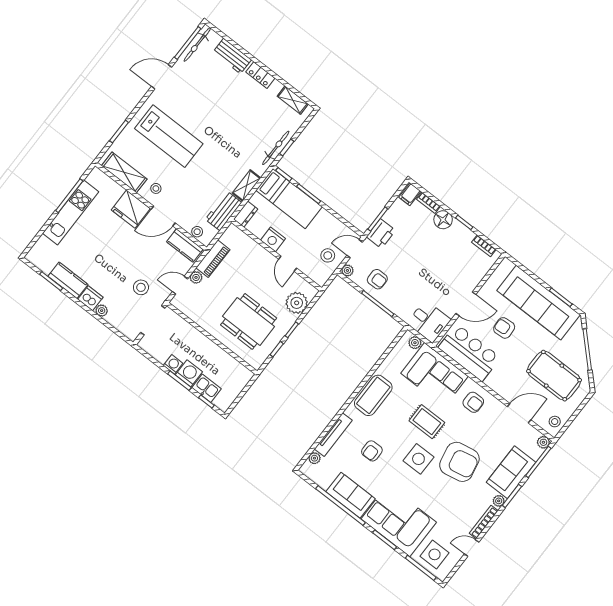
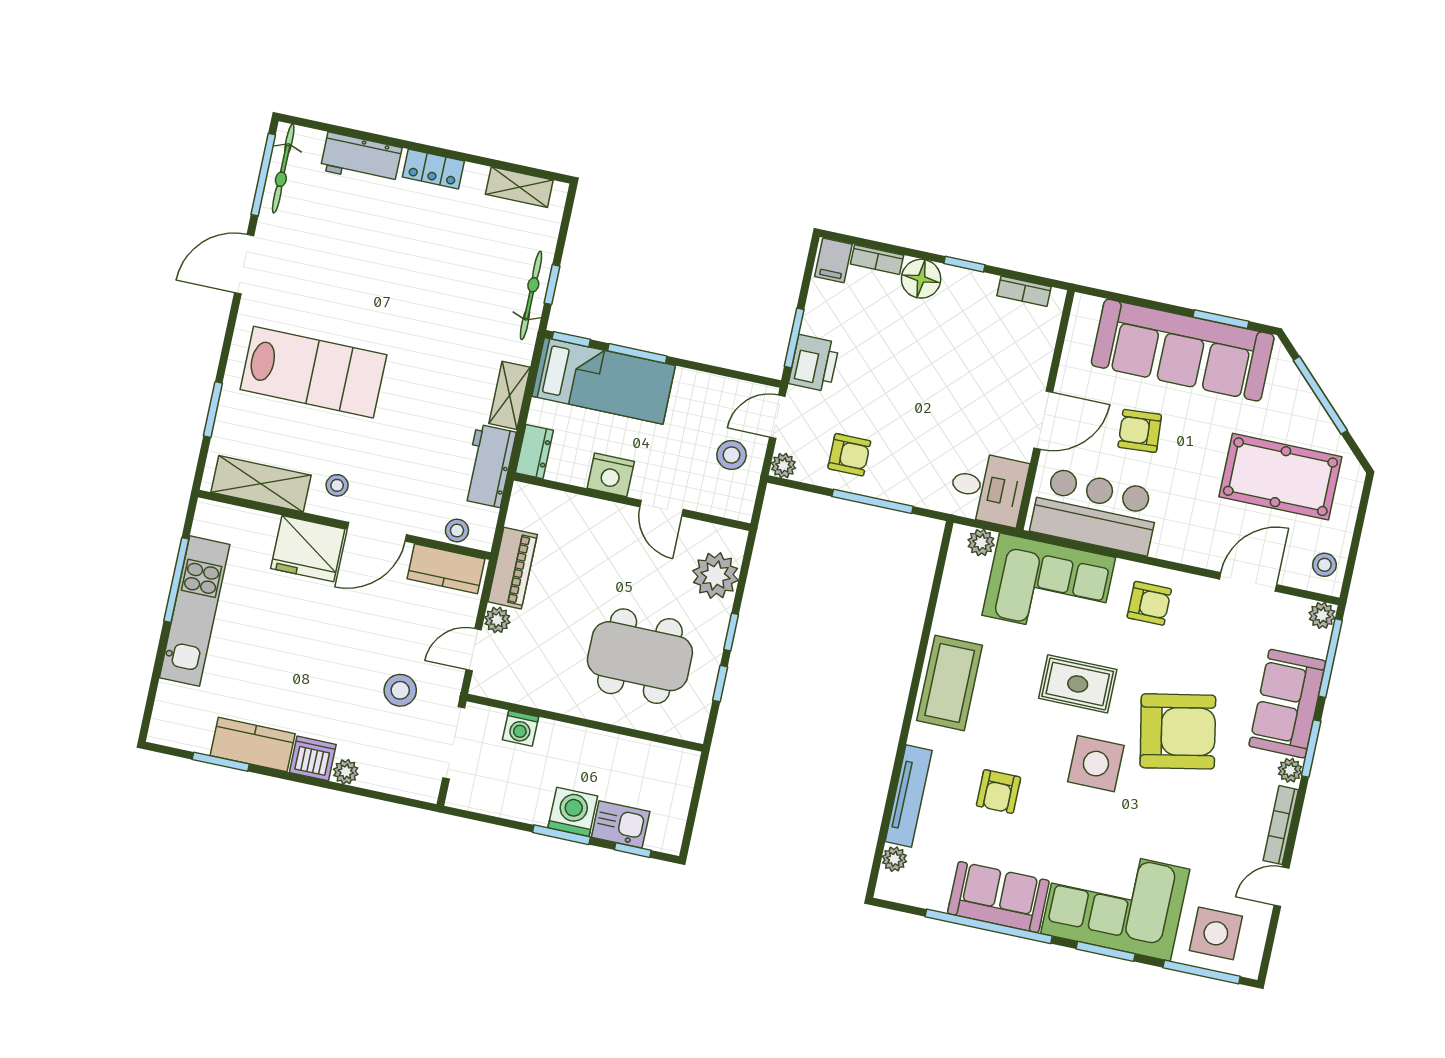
washing machine: (173, 364) -> (520, 728), moved, turned 180

